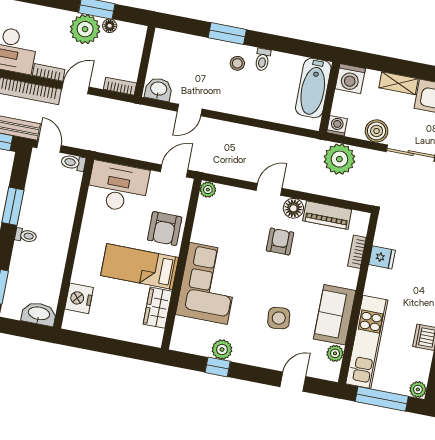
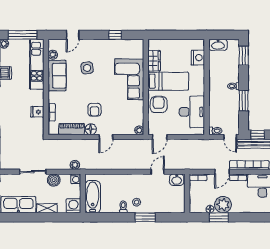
plant: (339, 159) -> (75, 165), width x0.53, depth x0.53
desk: (118, 187) -> (192, 112), moved, turned -90
plant: (222, 349) -> (115, 45), removed

